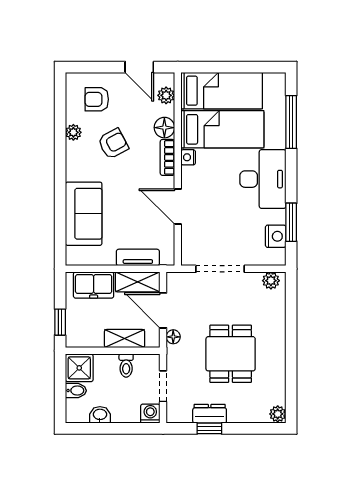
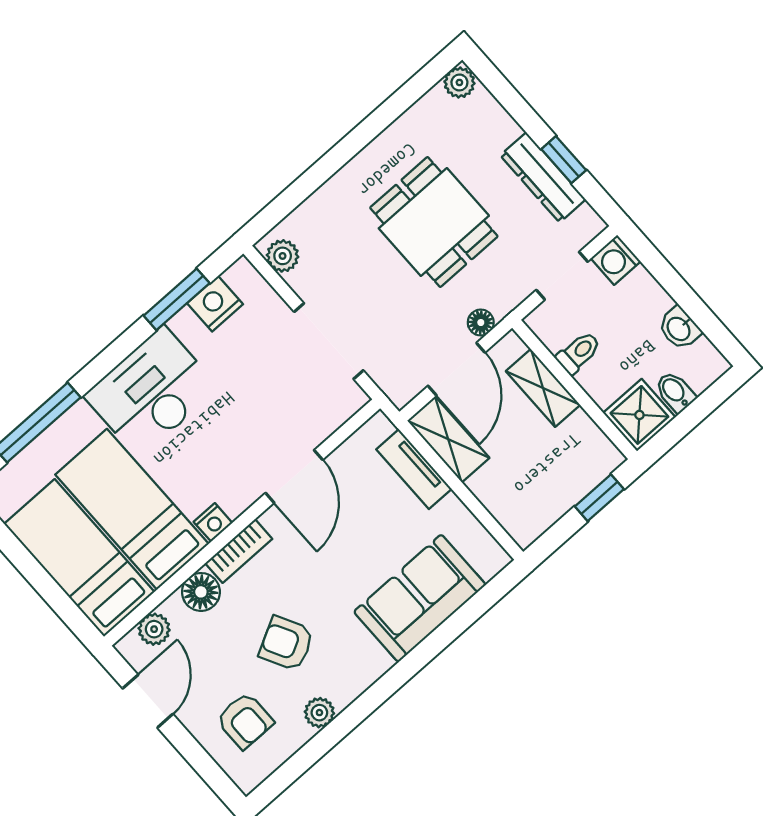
freezer: (94, 285) -> (507, 497), removed
dining table: (231, 354) -> (434, 222), turned 90
dresser: (210, 414) -> (543, 177), width x1.44

